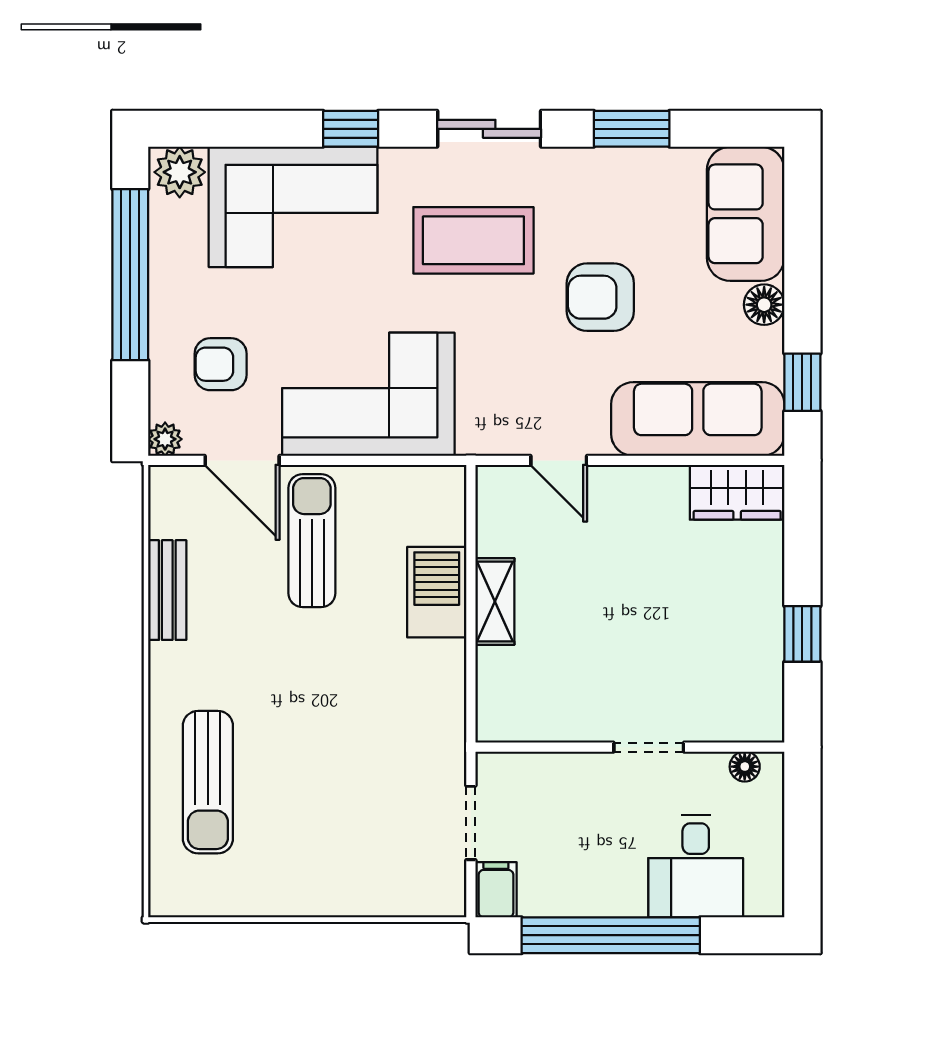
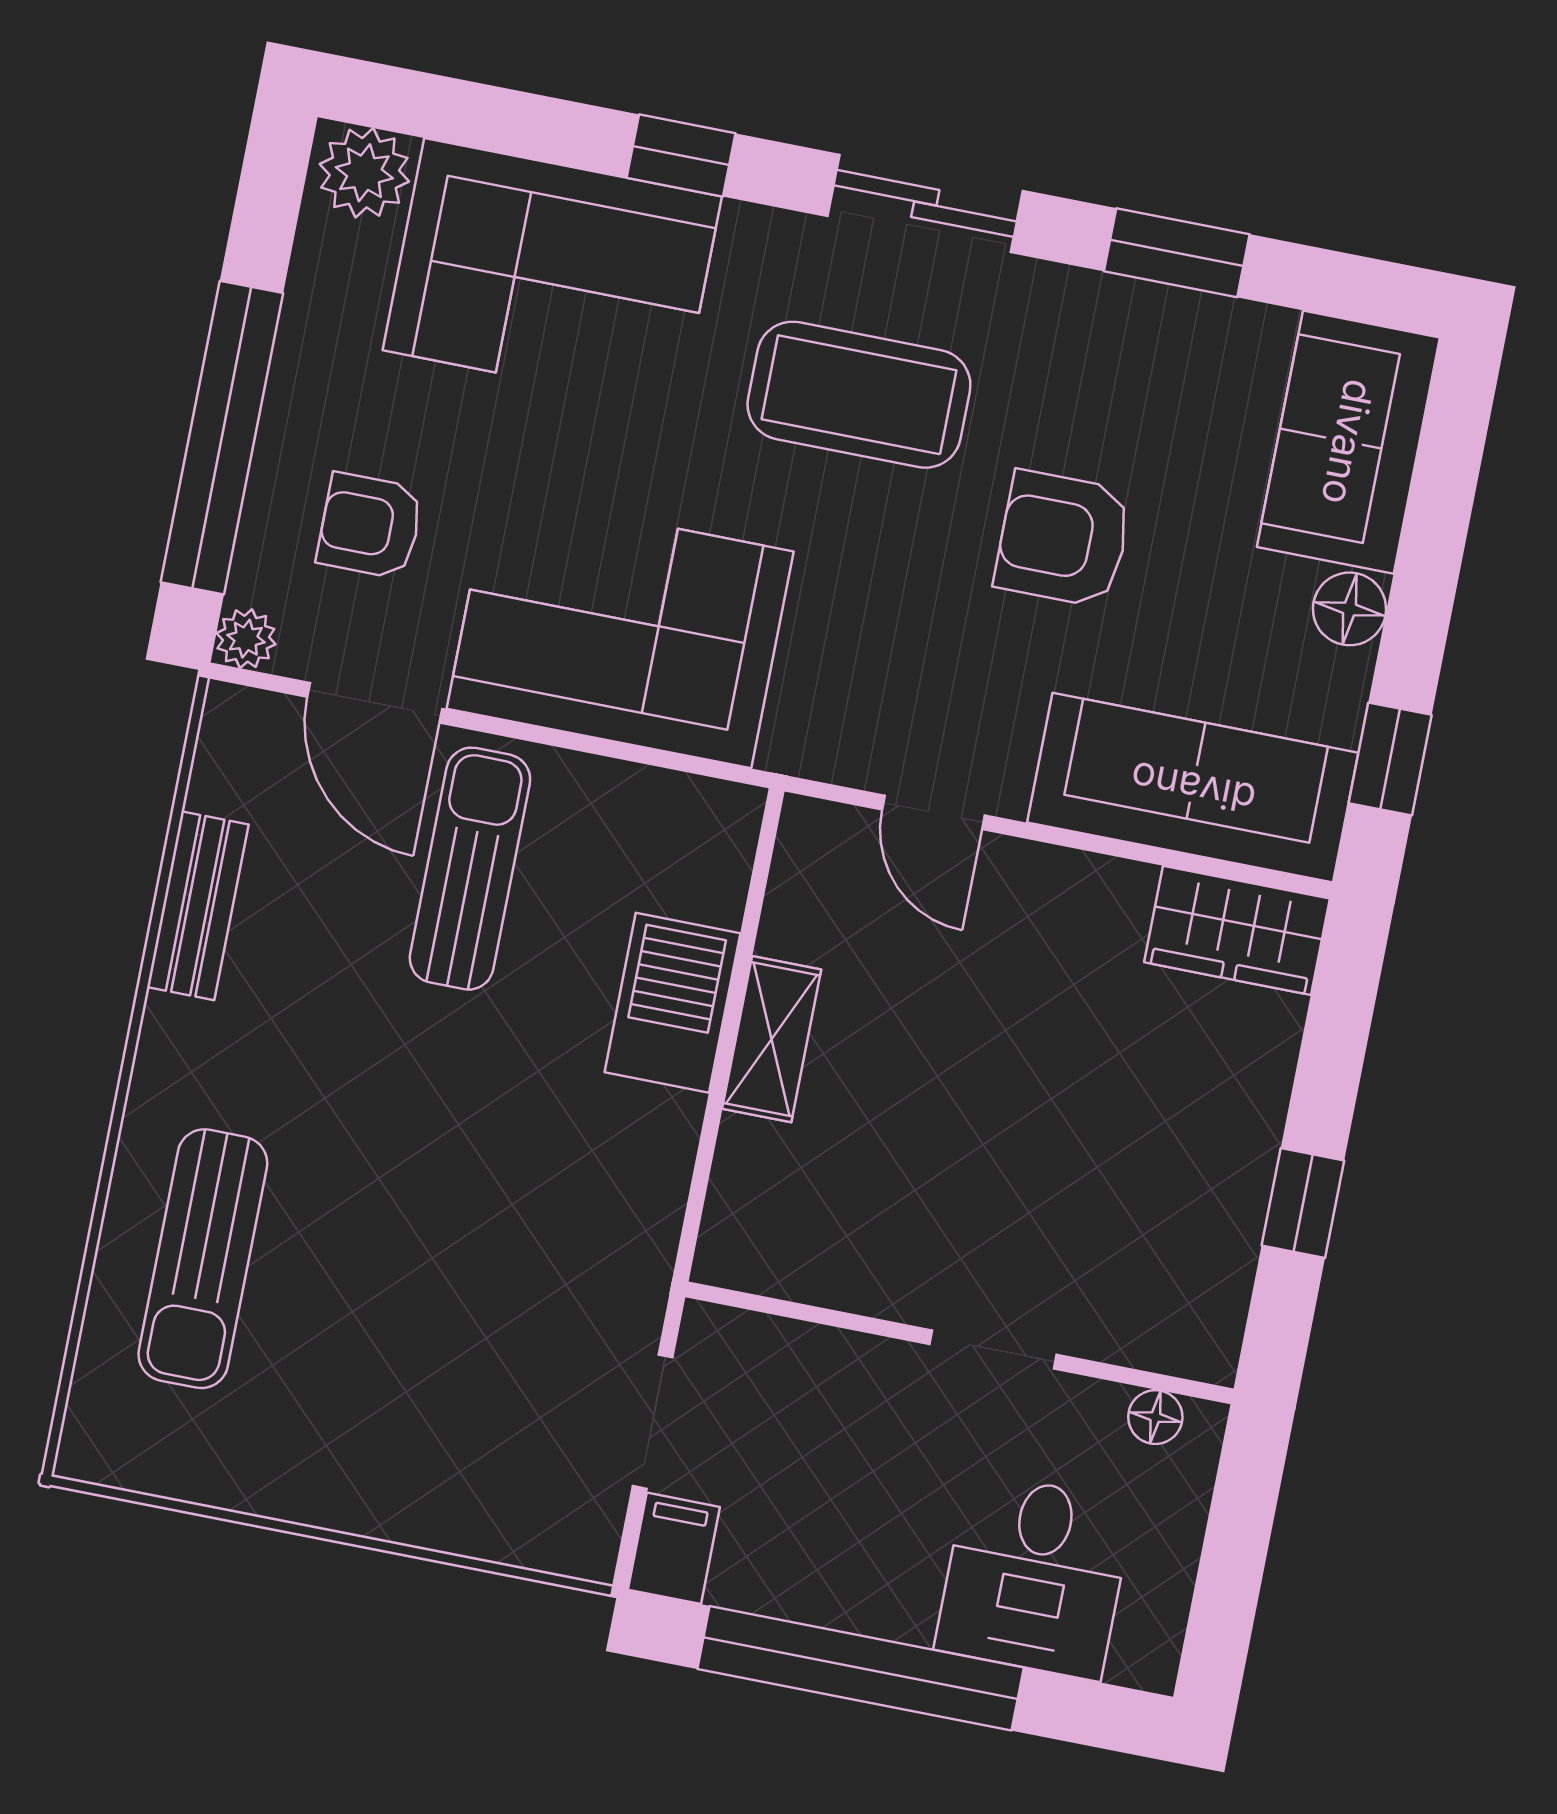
window: (130, 275) -> (222, 438), moved

